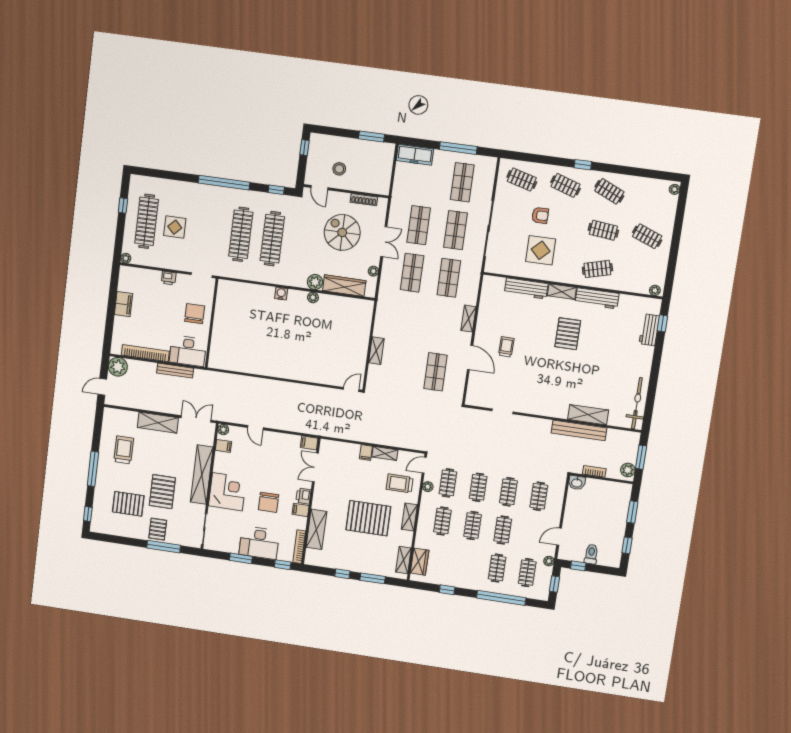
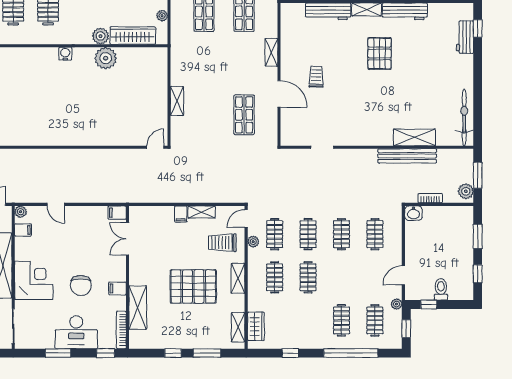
plant: (313, 297) -> (106, 58), width x1.88, depth x1.88
printer: (303, 496) -> (119, 272), removed
clothes rail: (503, 530) -> (341, 277), removed

